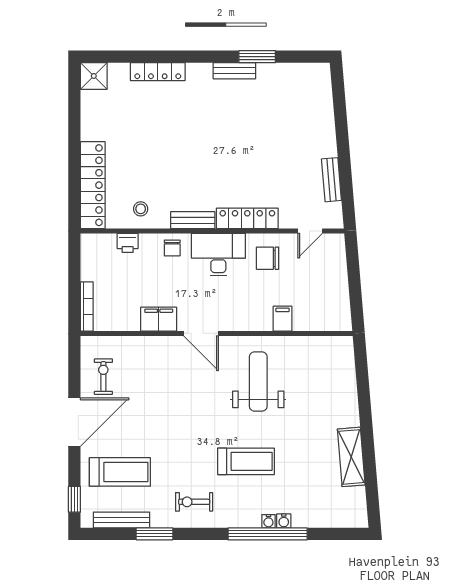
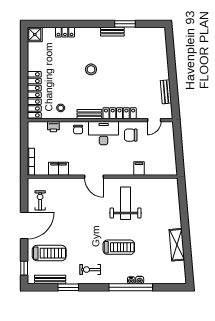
locker: (158, 72) -> (65, 32), width x0.66
stool: (196, 139) -> (91, 69), added
filing cabinet: (159, 319) -> (59, 169), moved

